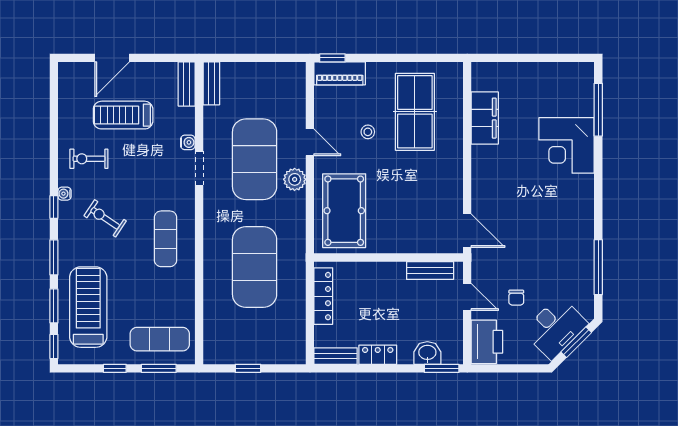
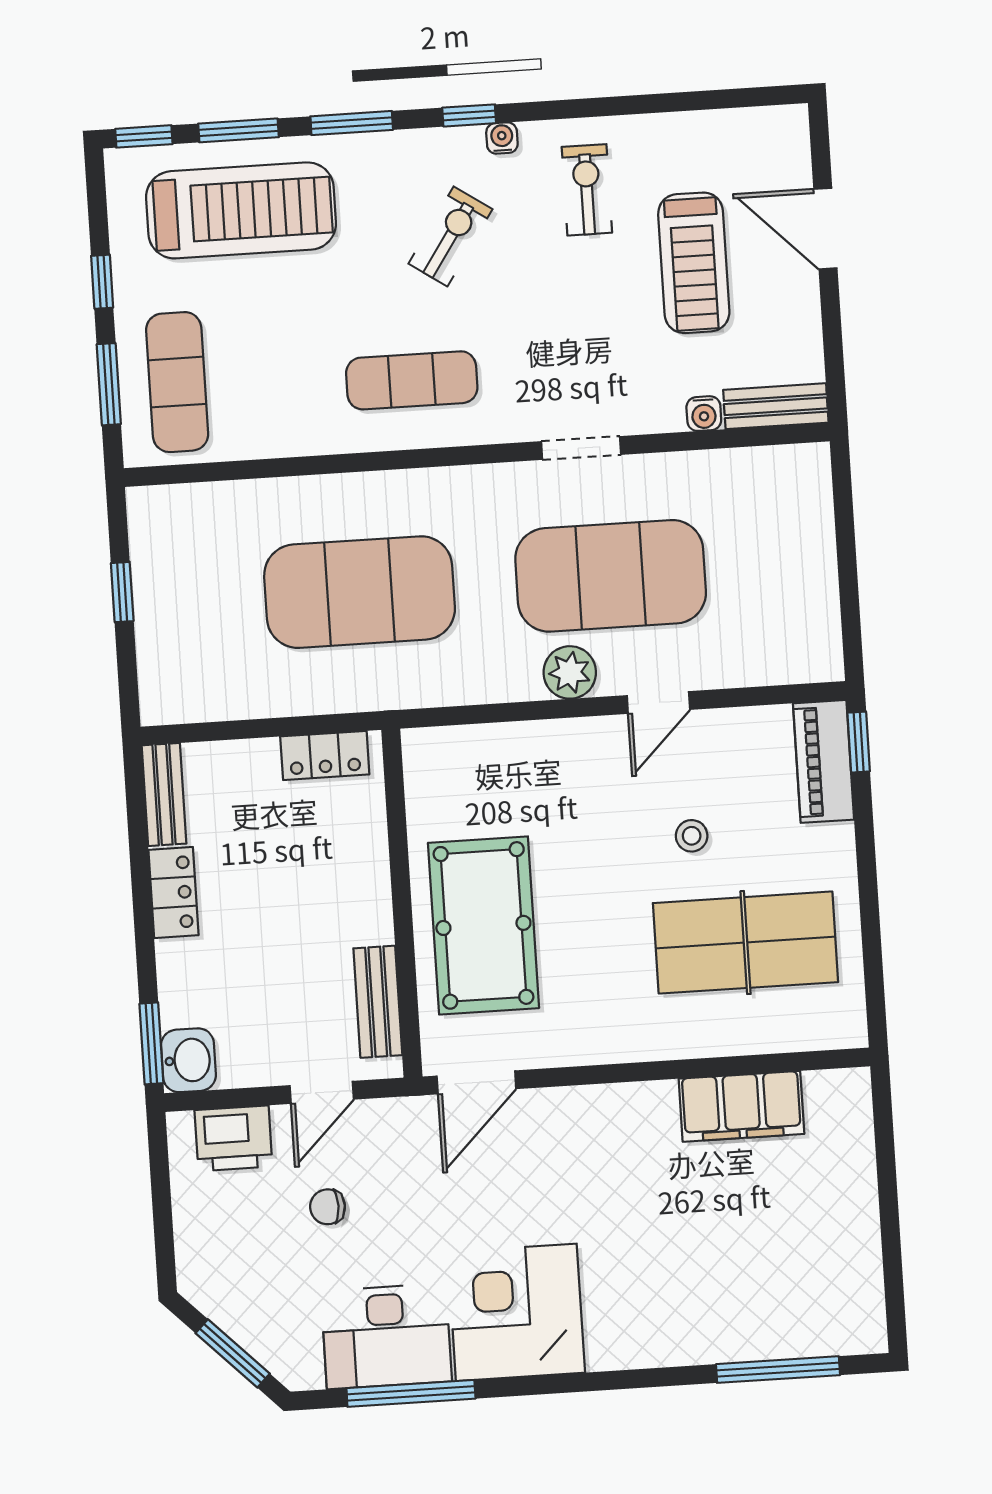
bench: (211, 83) -> (781, 464), removed
treadmill: (123, 115) -> (694, 263), turned 180
water cooler: (188, 142) -> (704, 414), moved
corner desk: (567, 145) -> (516, 1312), moved
pool table: (344, 211) -> (483, 925), moved, turned 90
locker: (323, 296) -> (325, 755), width x0.66
desk: (555, 328) -> (386, 1336), moved, turned -45
printer: (487, 342) -> (234, 1138), width x0.73, depth x0.84
washbasin: (427, 353) -> (188, 1060), moved

